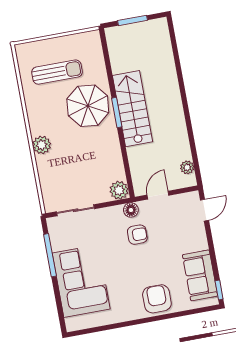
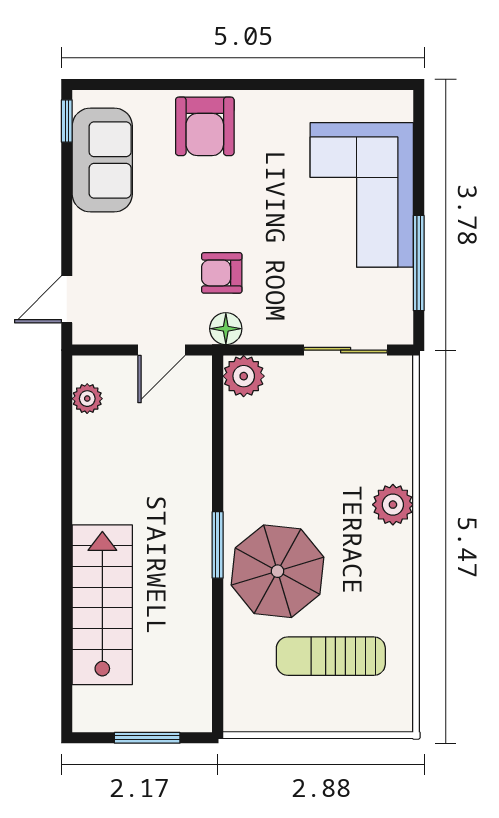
stairs: (132, 109) -> (102, 605), moved, turned 180

